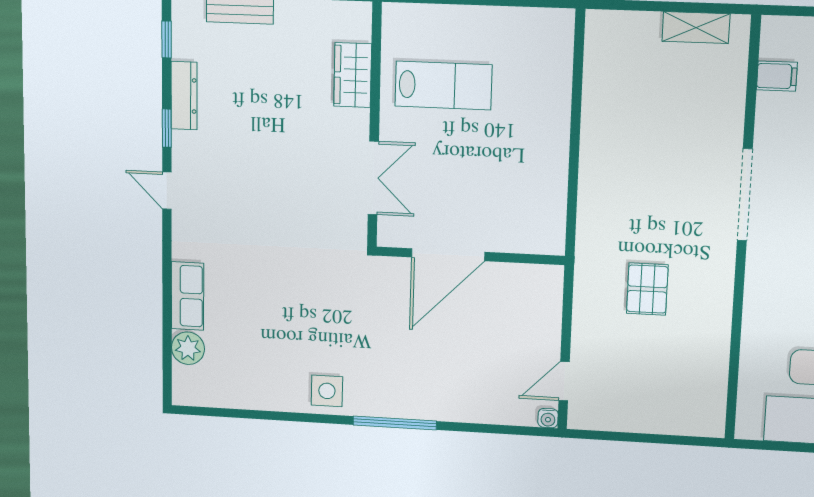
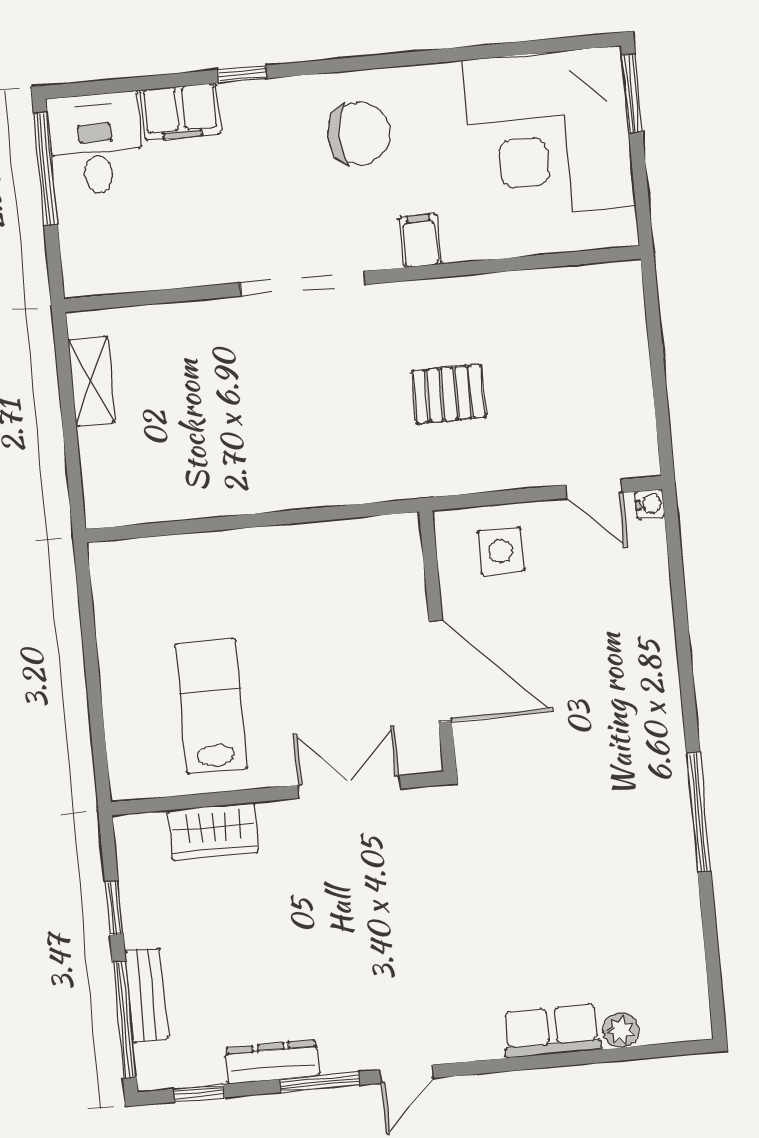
filing cabinet: (777, 76) -> (420, 241), moved
window: (167, 128) -> (320, 1082), width x1.50
plant: (188, 348) -> (621, 1030), width x0.73, depth x0.73
side table: (327, 391) -> (501, 551), moved
window: (395, 423) -> (699, 812), moved

